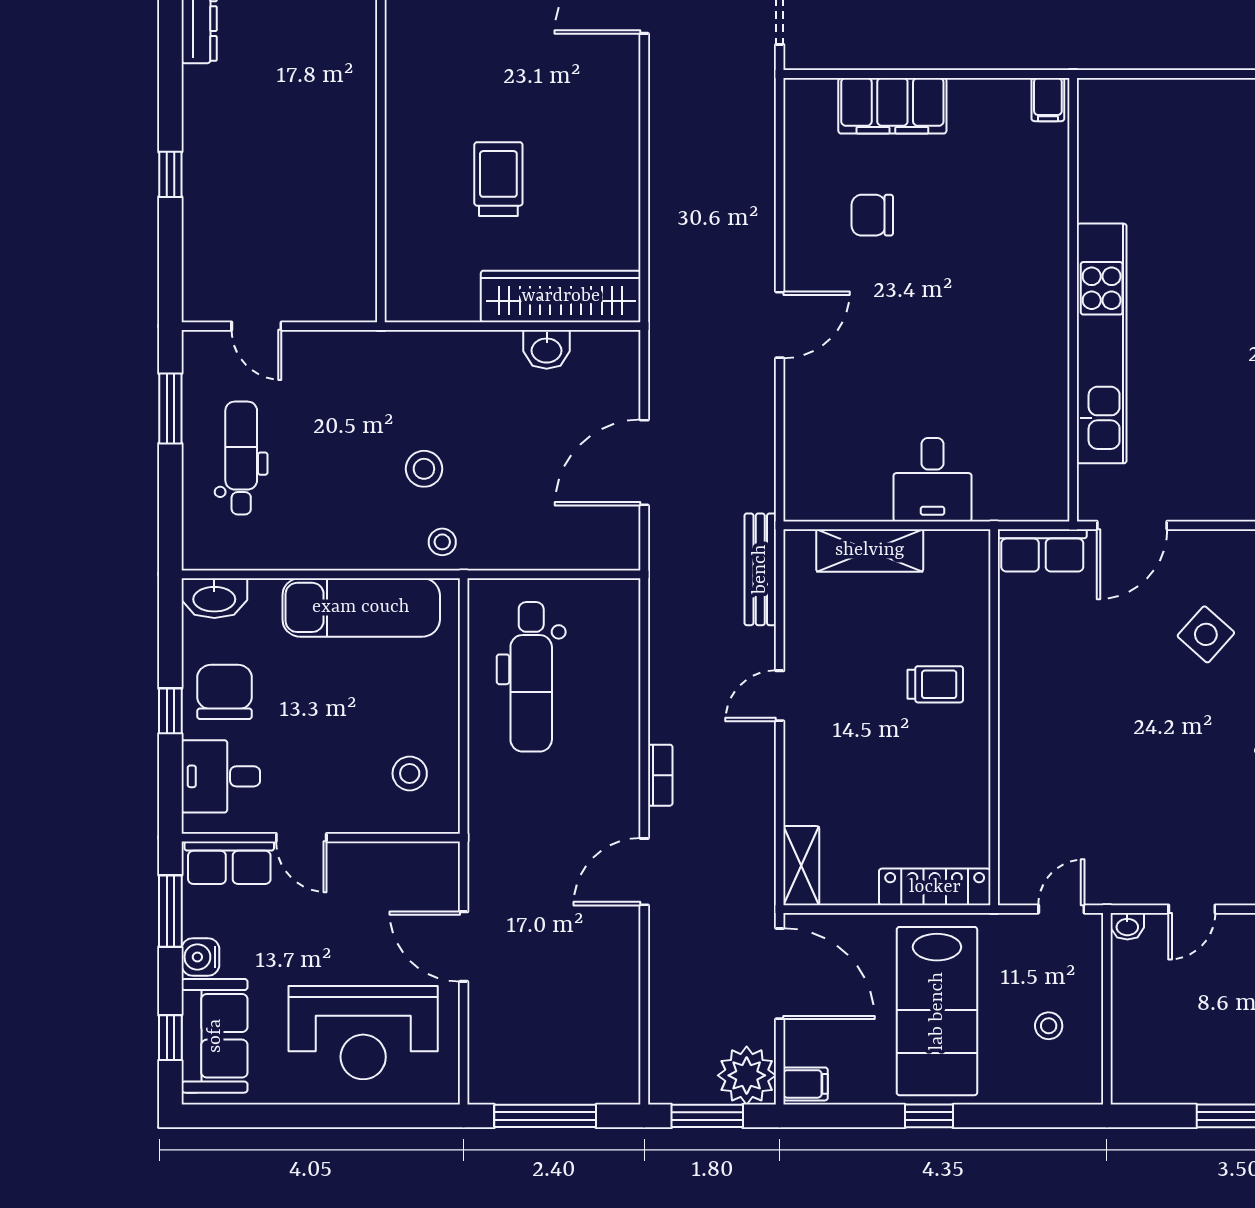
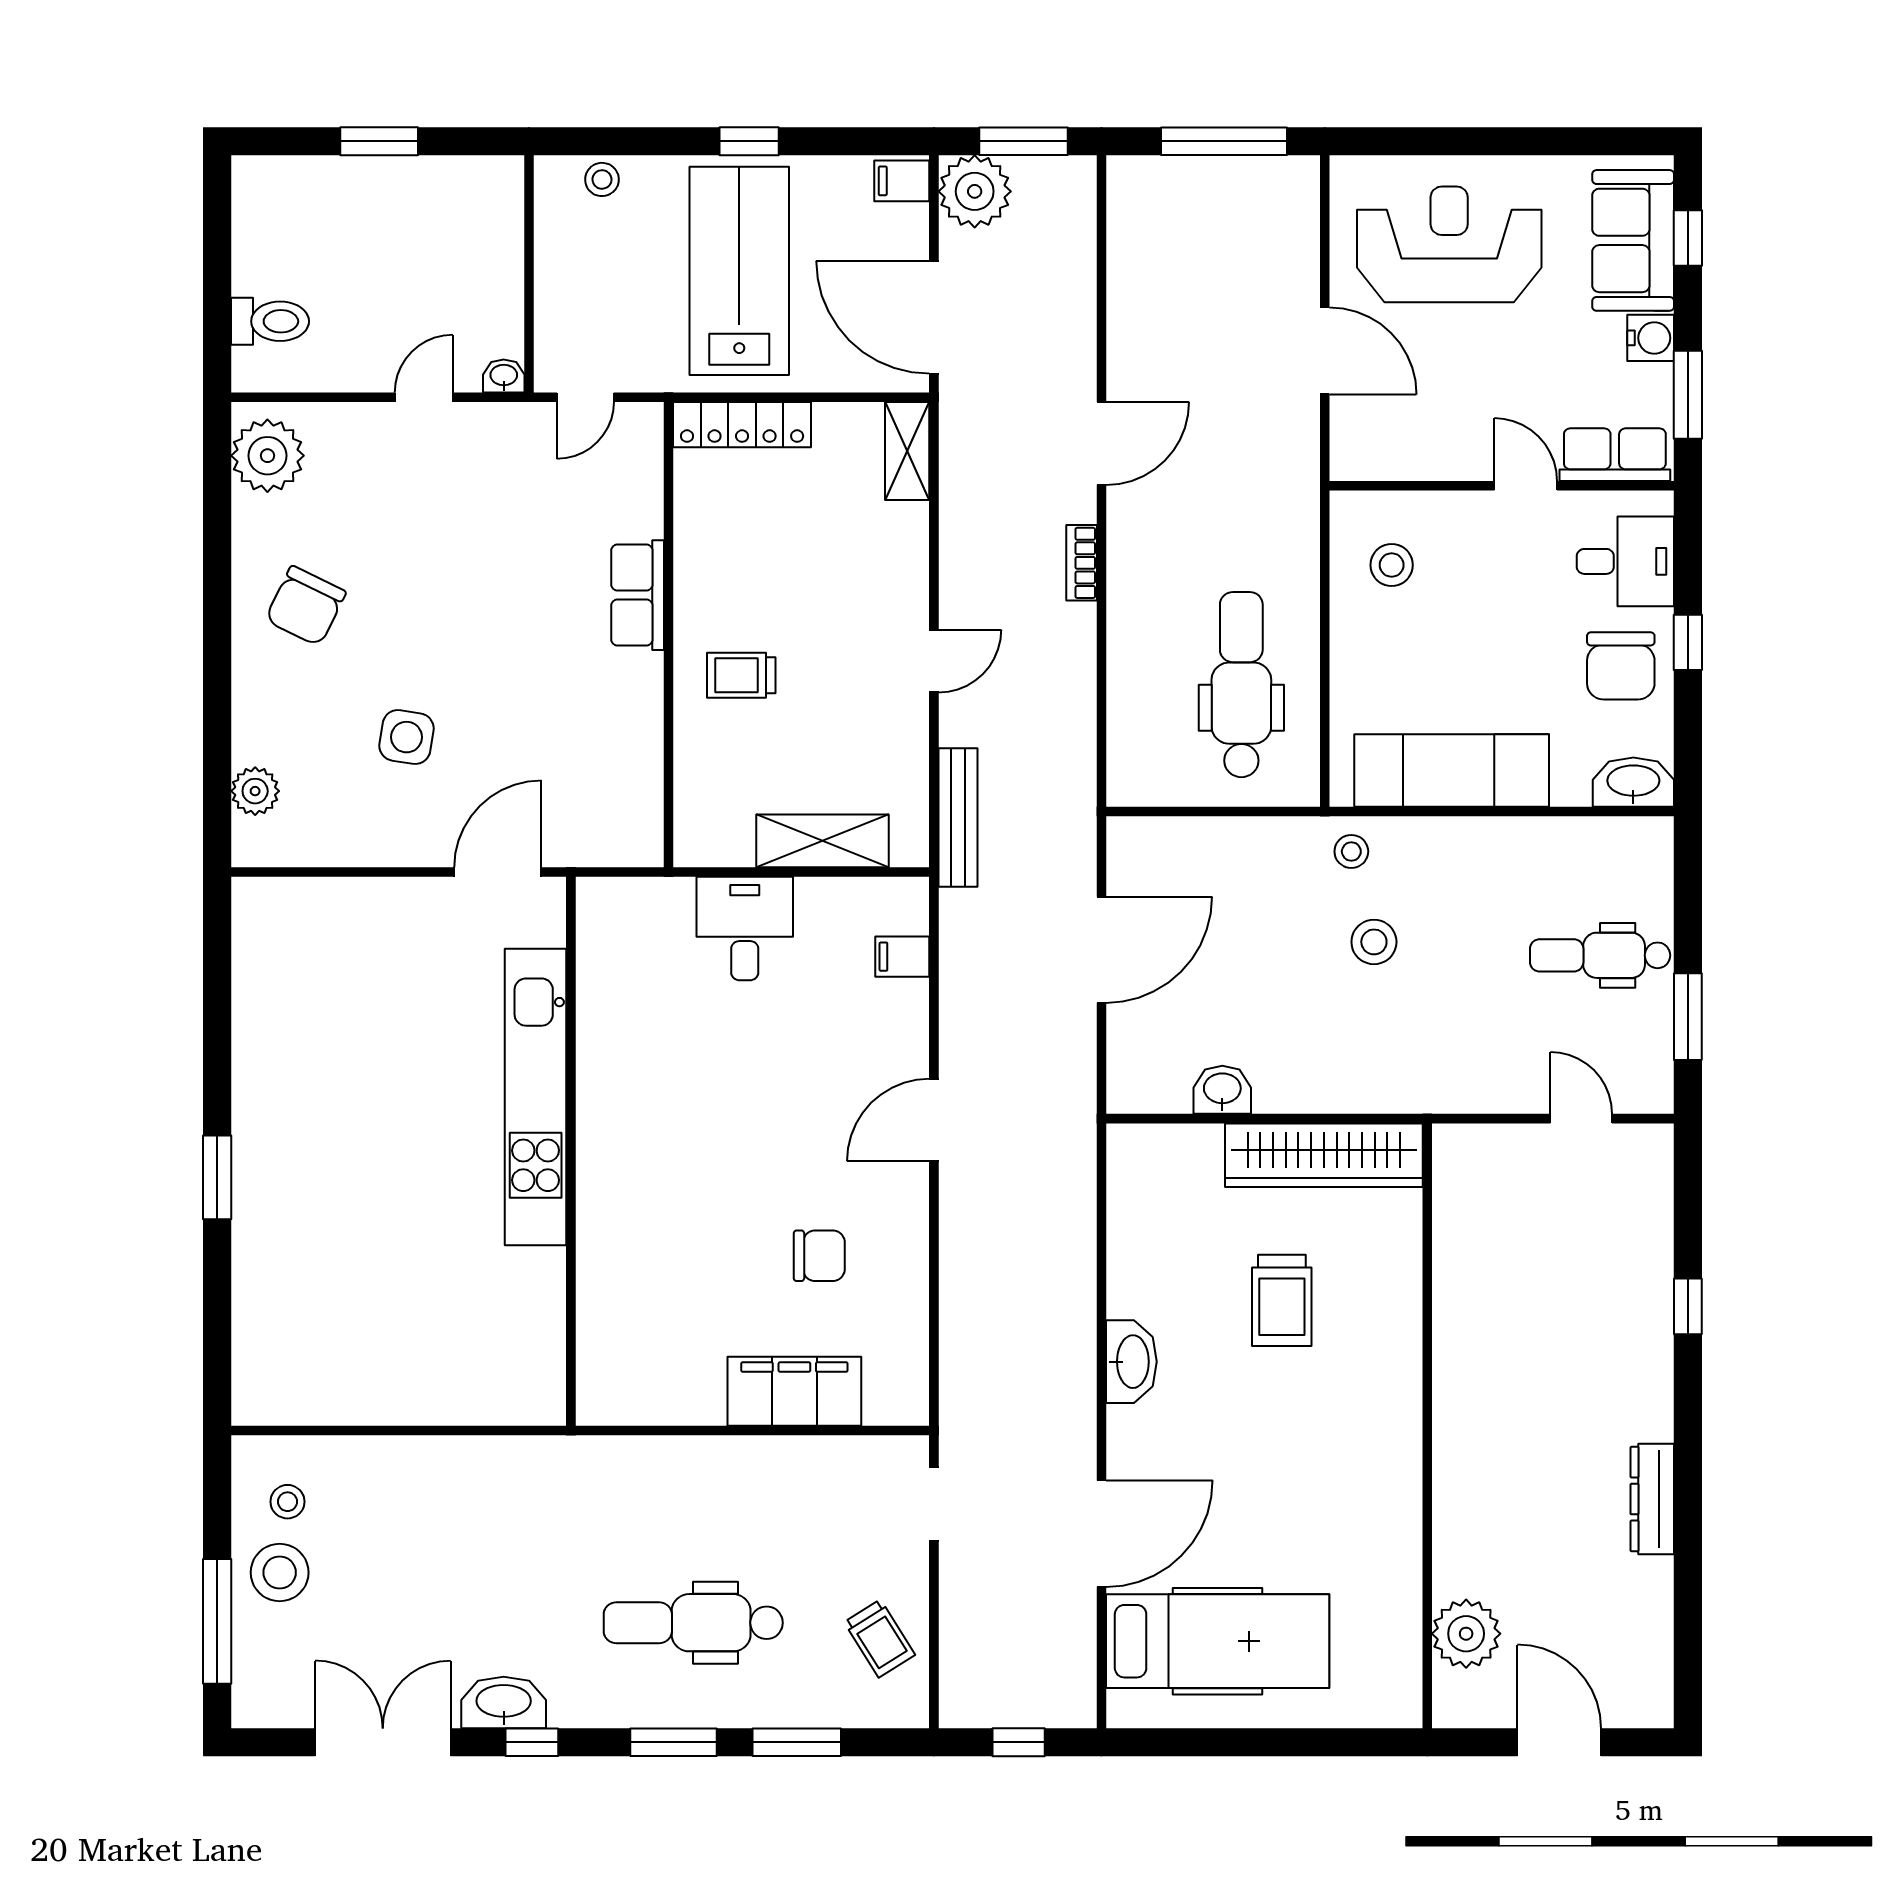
filing cabinet: (1048, 100) -> (902, 957), moved, turned -90
washbasin: (620, 130) -> (1131, 1362), added
wardrobe: (561, 296) -> (1324, 1155), moved
dental chair: (241, 458) -> (1600, 955), turned 90
row of seats: (1042, 550) -> (638, 595), moved, turned -90
side table: (1206, 634) -> (407, 737), turned -33
stool: (1049, 1026) -> (602, 179), moved

